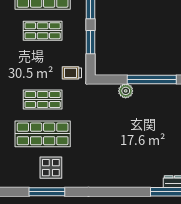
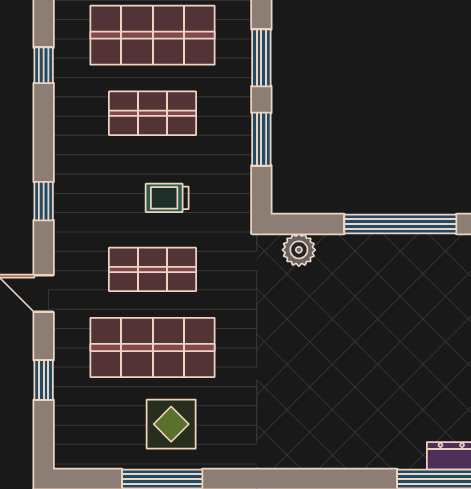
trolley: (72, 73) -> (167, 198), moved
plant: (126, 91) -> (299, 250), moved

